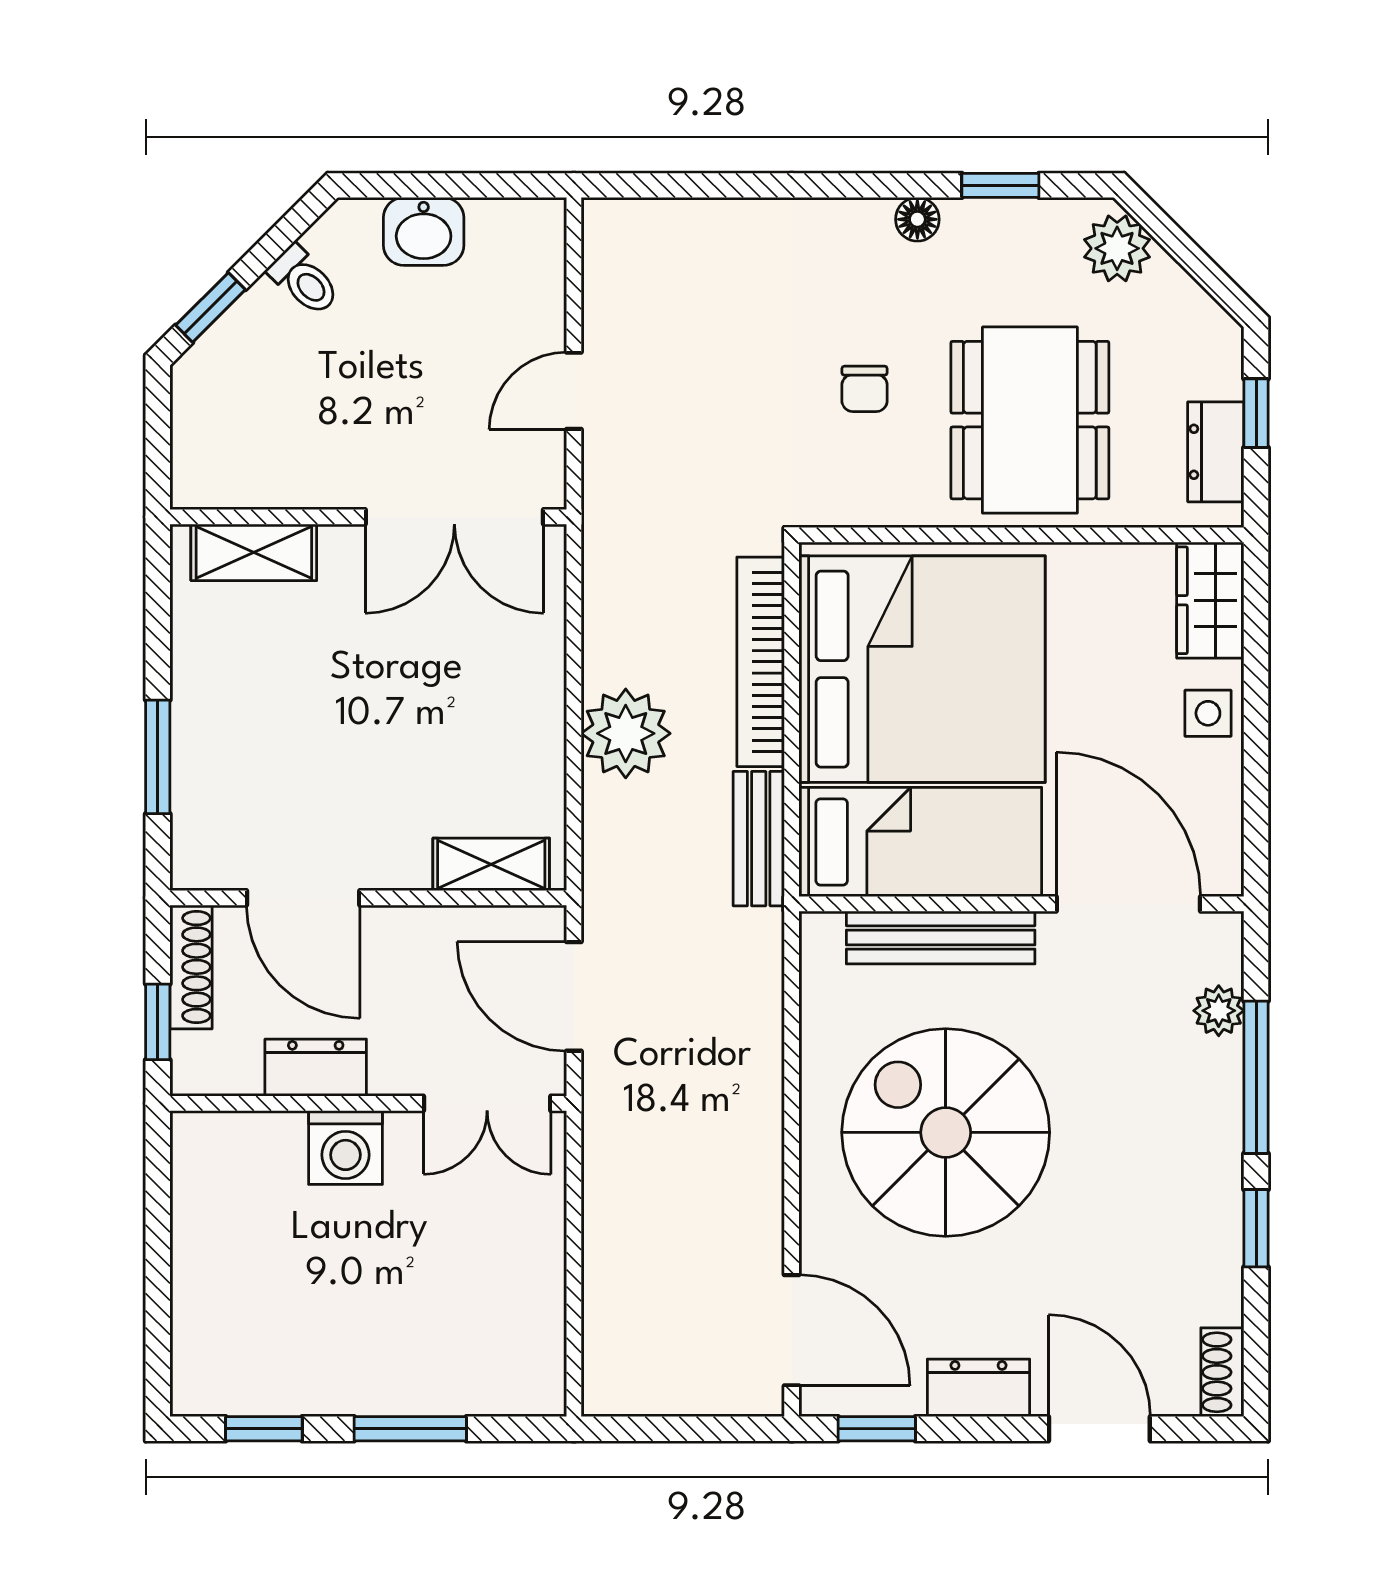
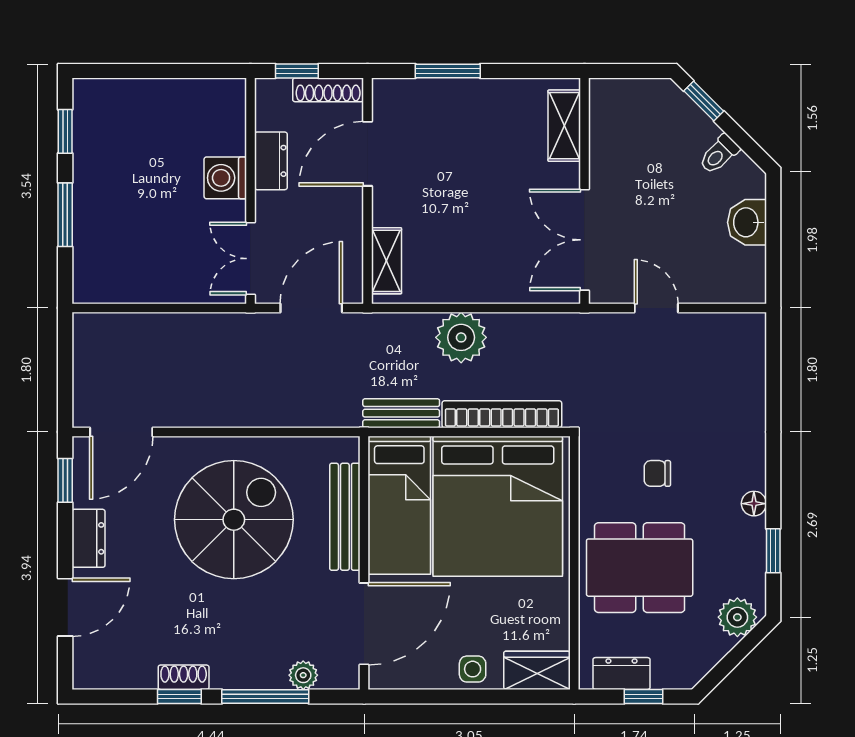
shoe rack: (1222, 1372) -> (184, 677), moved

